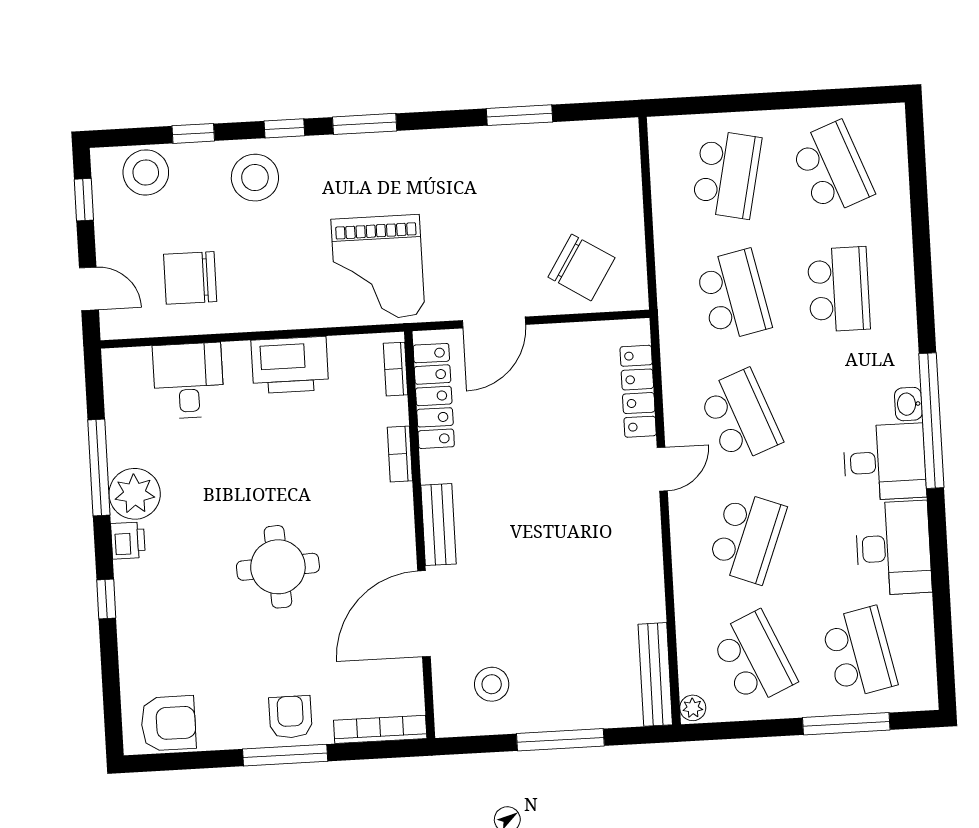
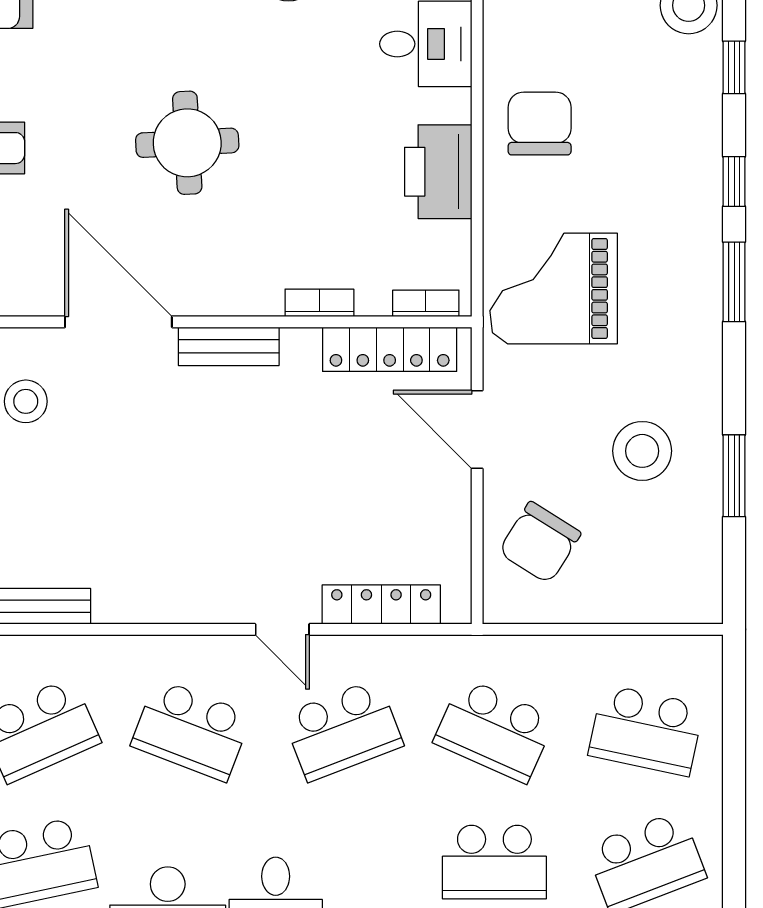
stool: (255, 178) -> (642, 451), moved
chair: (190, 278) -> (540, 124), moved
school desk: (733, 295) -> (494, 730), turned 36

